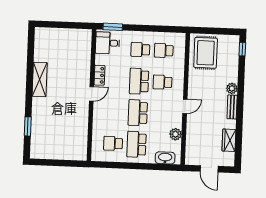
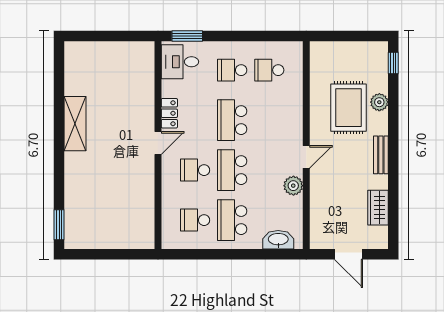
rug: (206, 53) -> (348, 108), moved
school desk: (162, 82) -> (195, 170), moved
plant: (232, 88) -> (379, 102), moved
window: (28, 126) -> (59, 225), moved
plant: (176, 134) -> (293, 186), moved

